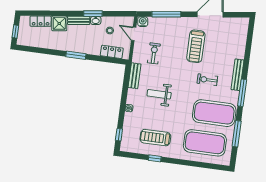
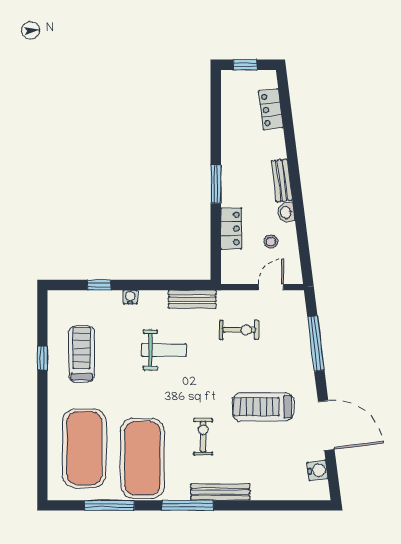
window: (93, 14) -> (298, 206), removed
water cooler: (143, 22) -> (317, 470), moved
shower: (59, 23) -> (271, 145), removed
locker: (112, 52) -> (231, 229), moved
weight bench: (159, 94) -> (164, 350), turned 90
window: (119, 135) -> (99, 285), moved

